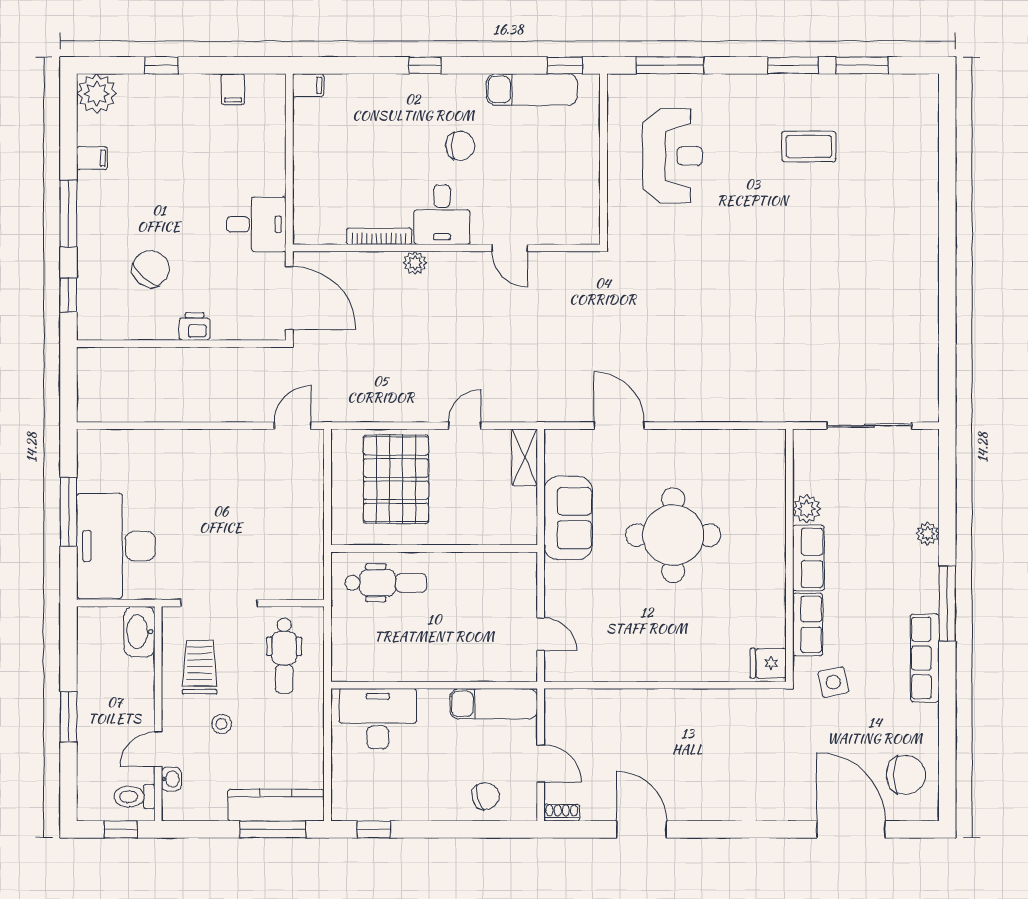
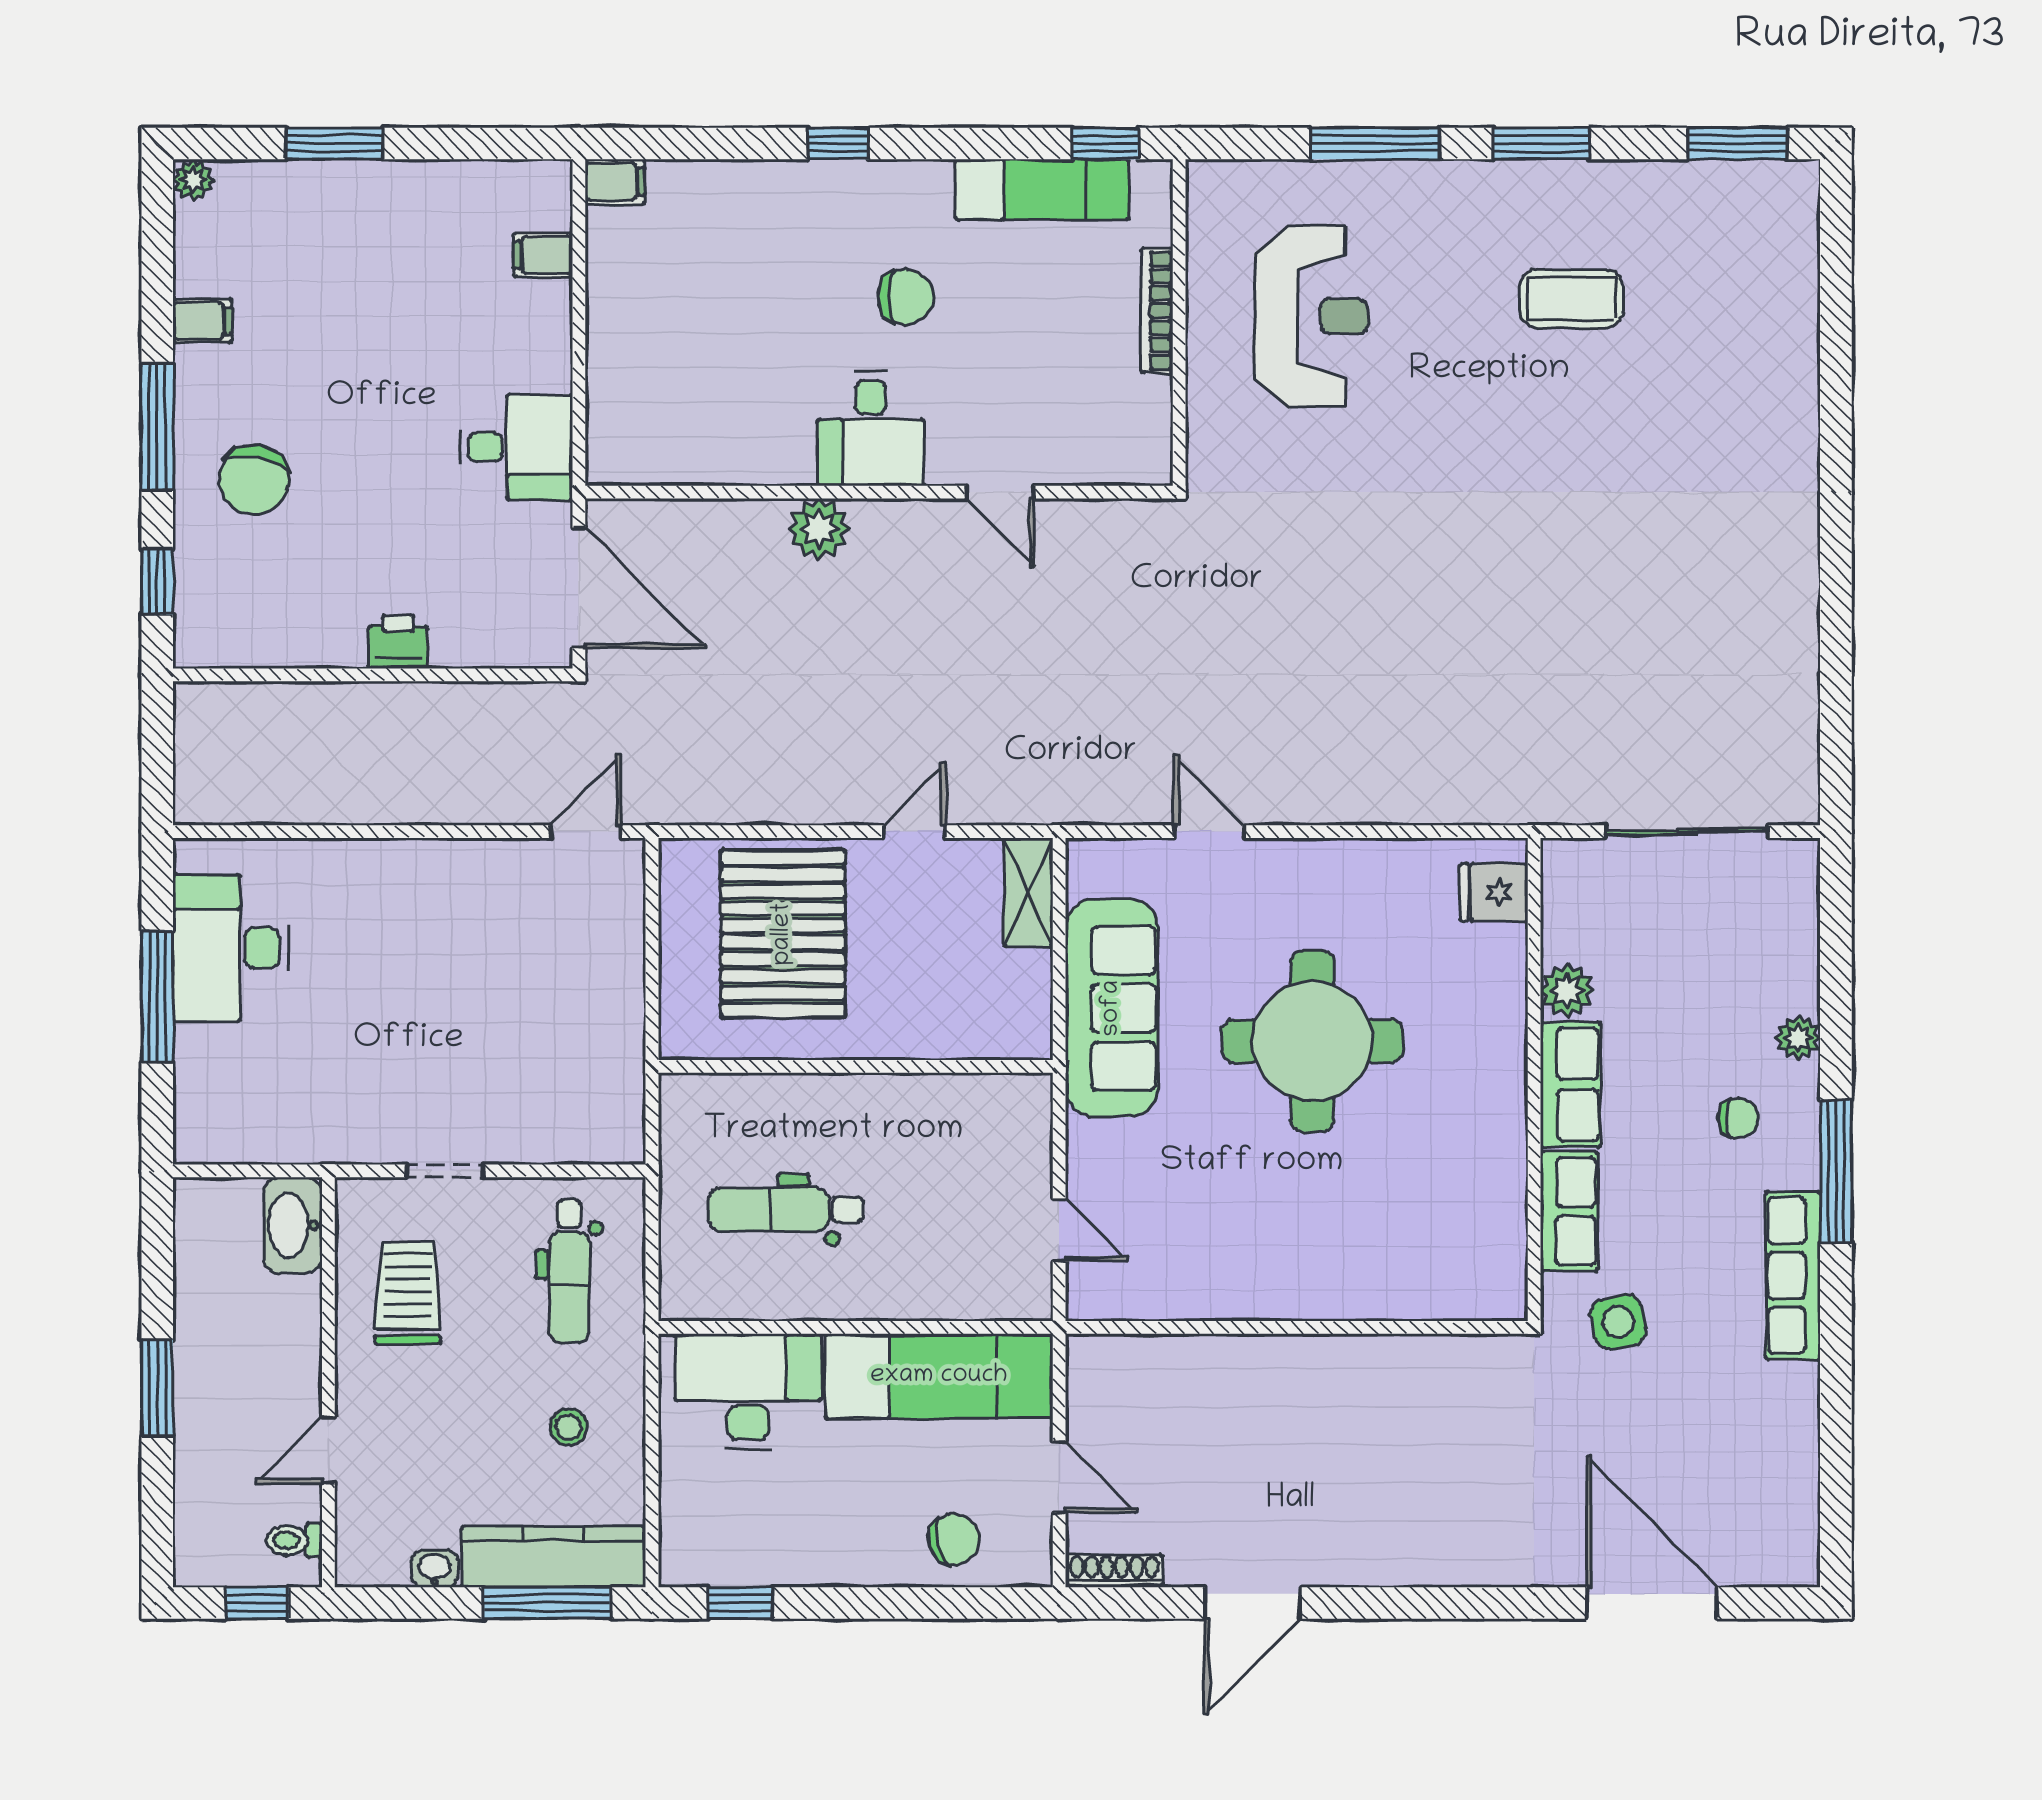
window: (161, 65) -> (334, 144), width x1.50
window: (670, 65) -> (1375, 144), moved
window: (862, 65) -> (1737, 144), moved
filing cabinet: (233, 89) -> (543, 255), moved, turned 90
plant: (97, 94) -> (193, 180), width x0.53, depth x0.53
bookcase: (379, 236) -> (1157, 310), moved, turned -90
plant: (415, 263) -> (819, 529), width x1.38, depth x1.38
chair: (151, 269) -> (254, 480), moved, turned 149
door: (619, 426) -> (1209, 832), width x0.73
sofa: (568, 518) -> (1112, 1008), width x1.36
desk: (116, 546) -> (231, 948), moved, width x0.73, depth x0.77
dental chair: (386, 583) -> (786, 1210), moved, turned 180
doorway: (219, 603) -> (445, 1171), width x0.53
fridge: (768, 663) -> (1494, 892), moved
exam couch: (494, 704) -> (939, 1376), width x1.36, depth x1.45
stool: (222, 724) -> (569, 1427), moved
chair: (906, 775) -> (1738, 1118), moved, width x0.54, depth x0.54
washbasin: (171, 779) -> (435, 1569), moved, turned -90
toilet: (134, 797) -> (294, 1540), width x0.73, depth x0.72
shoe rack: (562, 813) -> (1114, 1571), width x1.43
door: (642, 829) -> (1252, 1603), swing flipped

